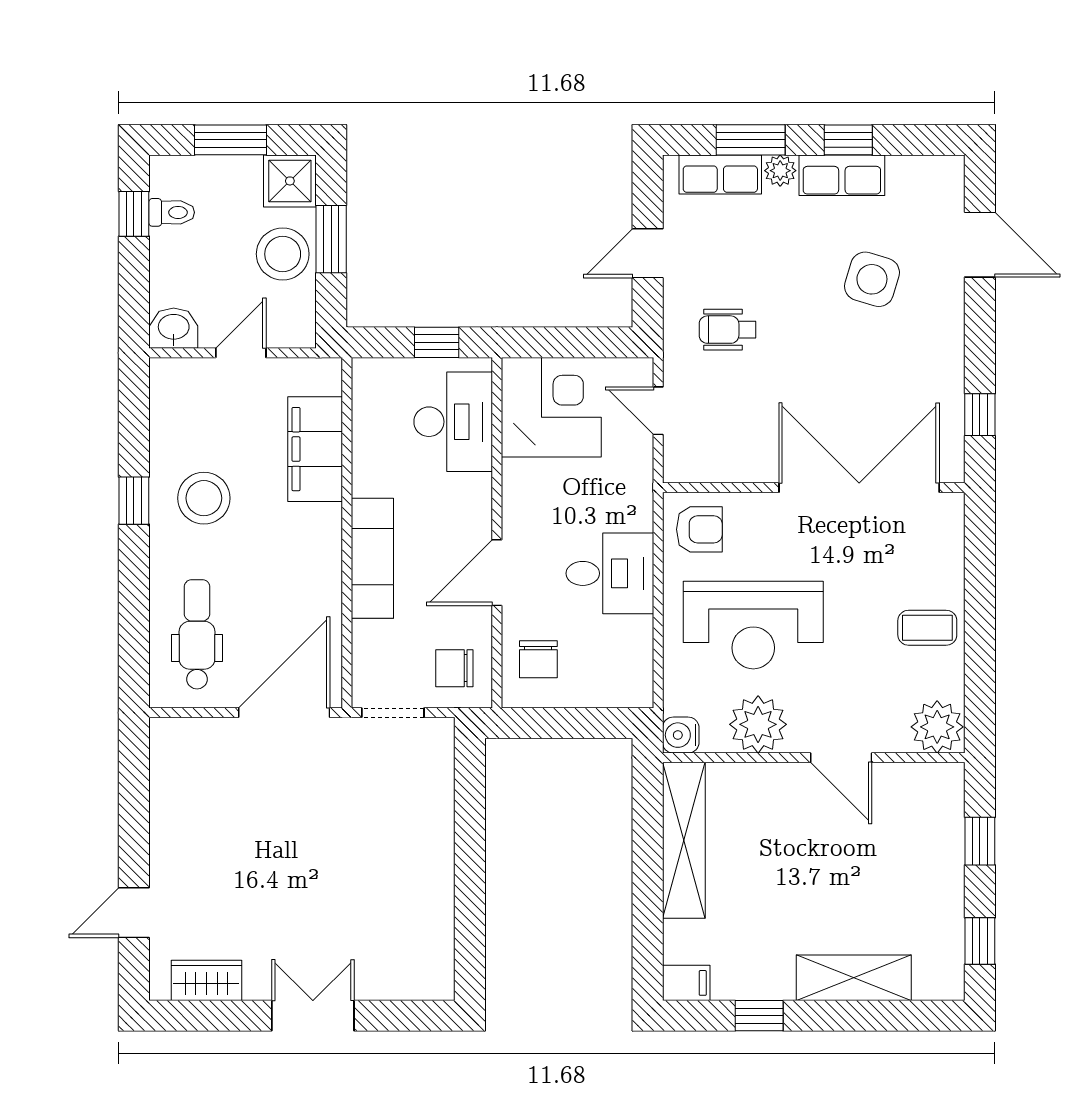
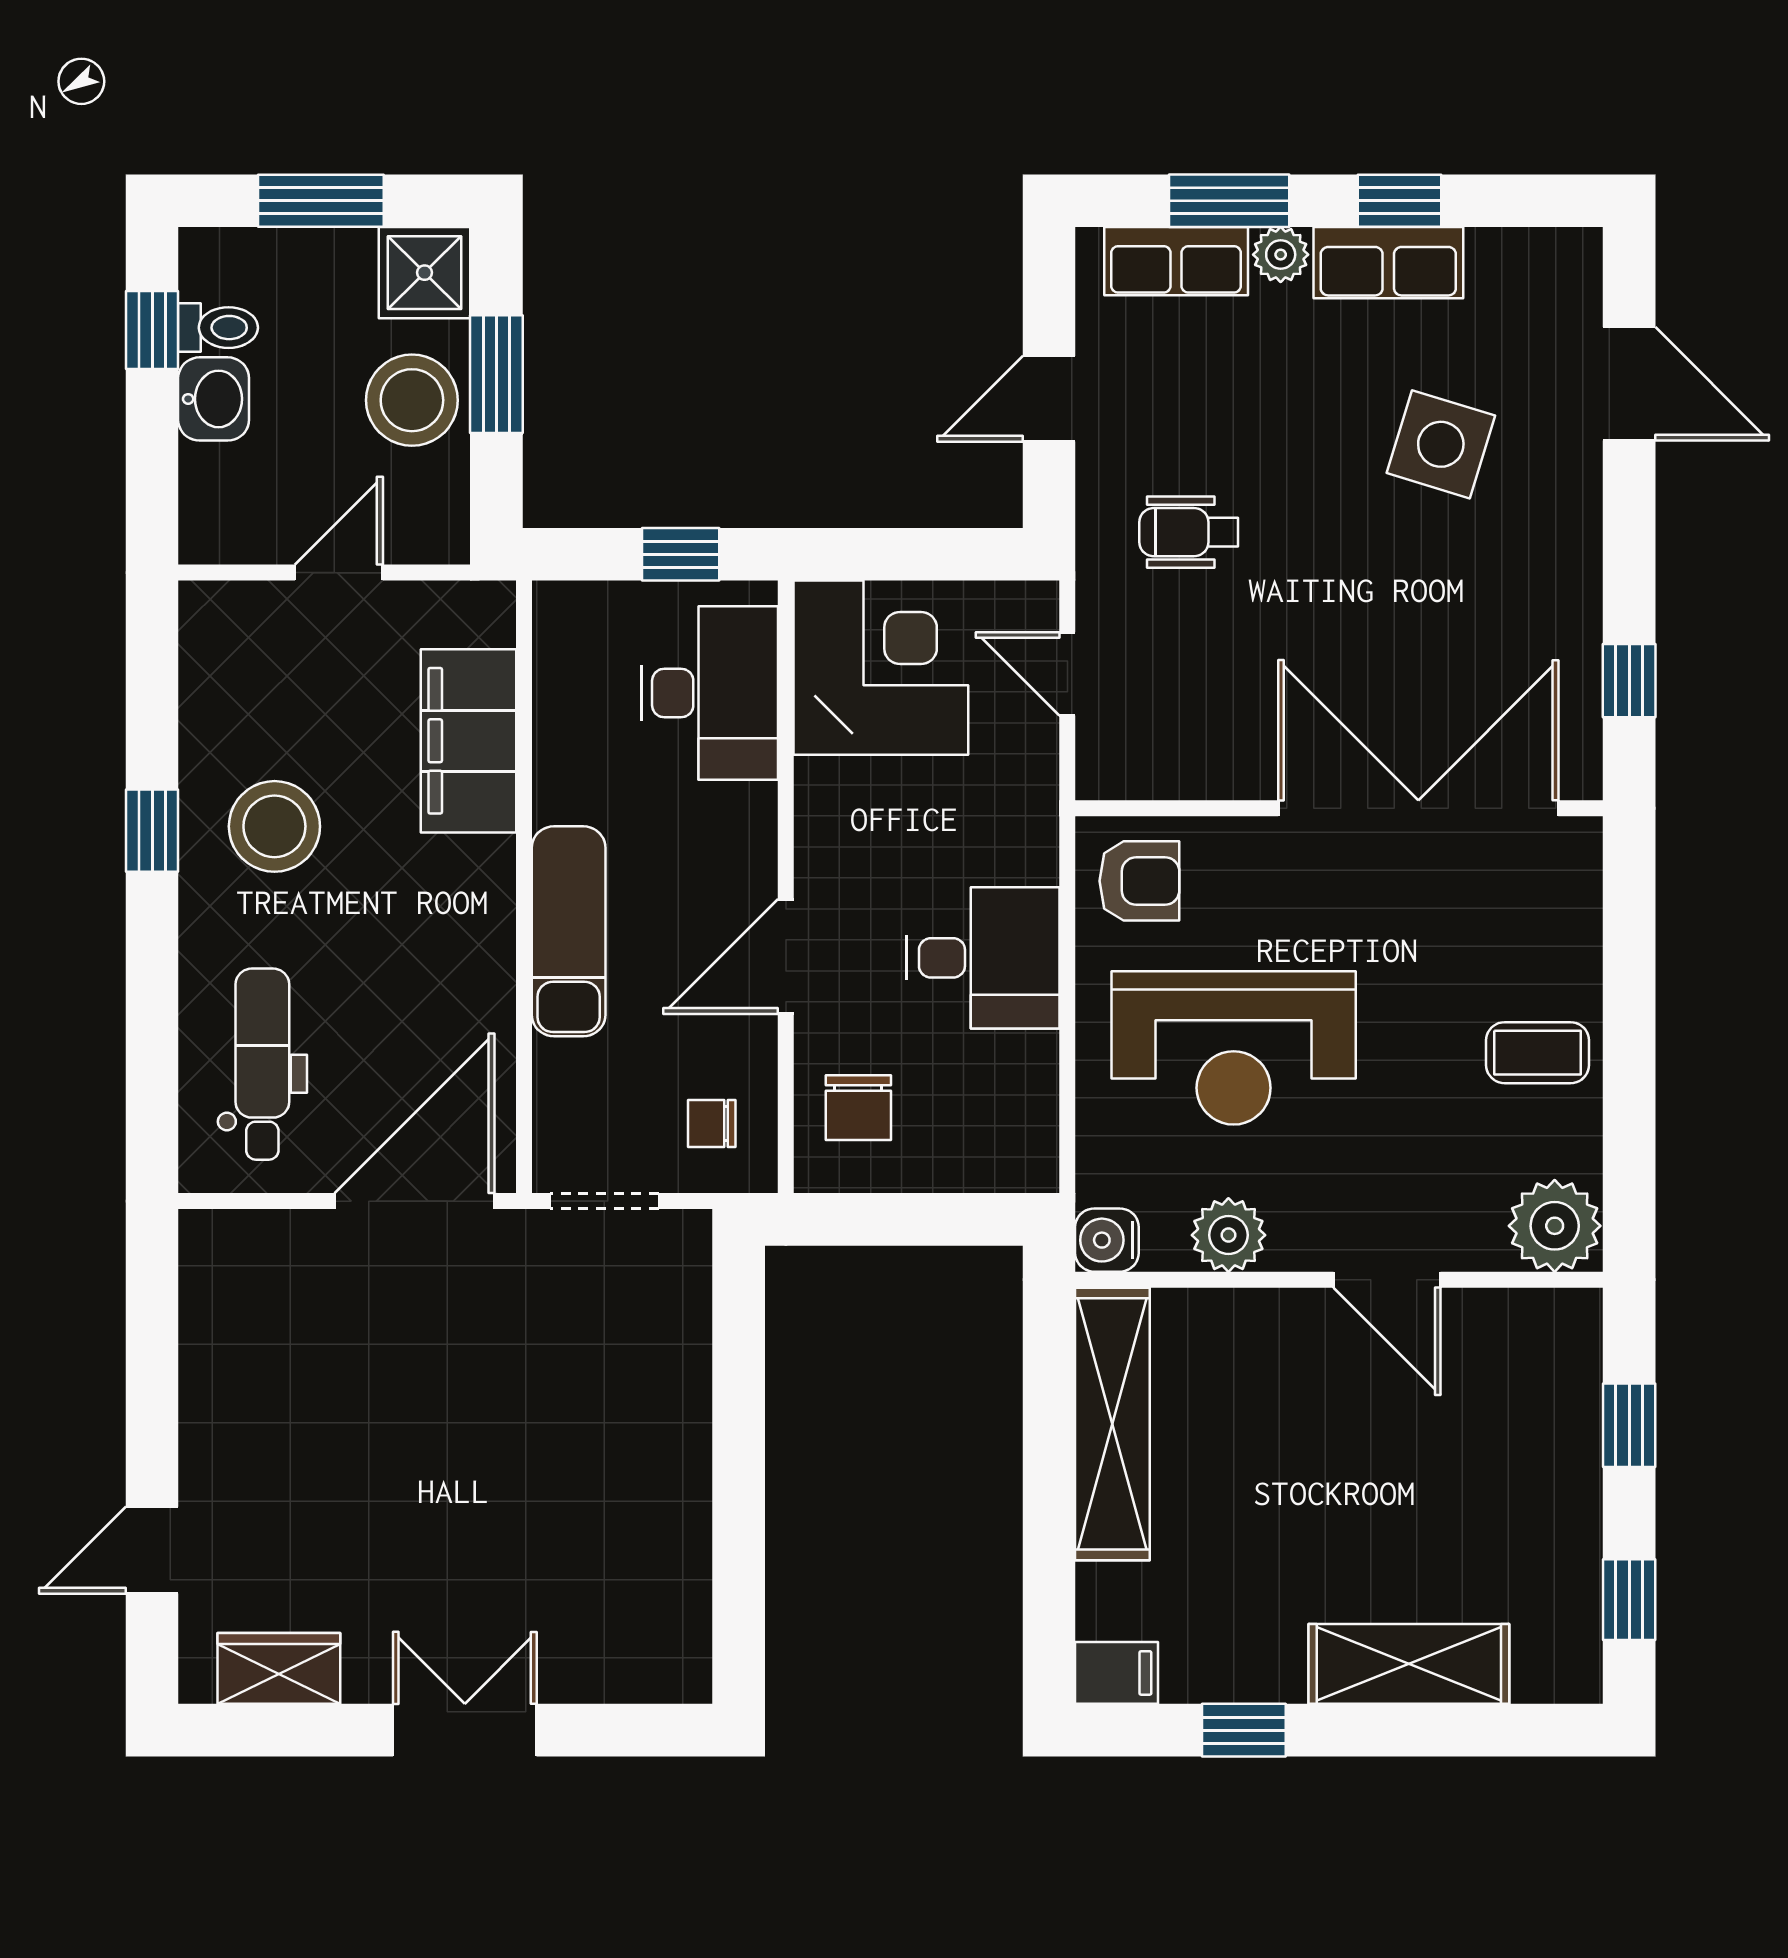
washbasin: (174, 328) -> (214, 399), moved, turned 90
chair: (454, 668) -> (712, 1123), width x0.73, depth x0.73
plant: (758, 724) -> (1228, 1235), width x0.73, depth x0.73

